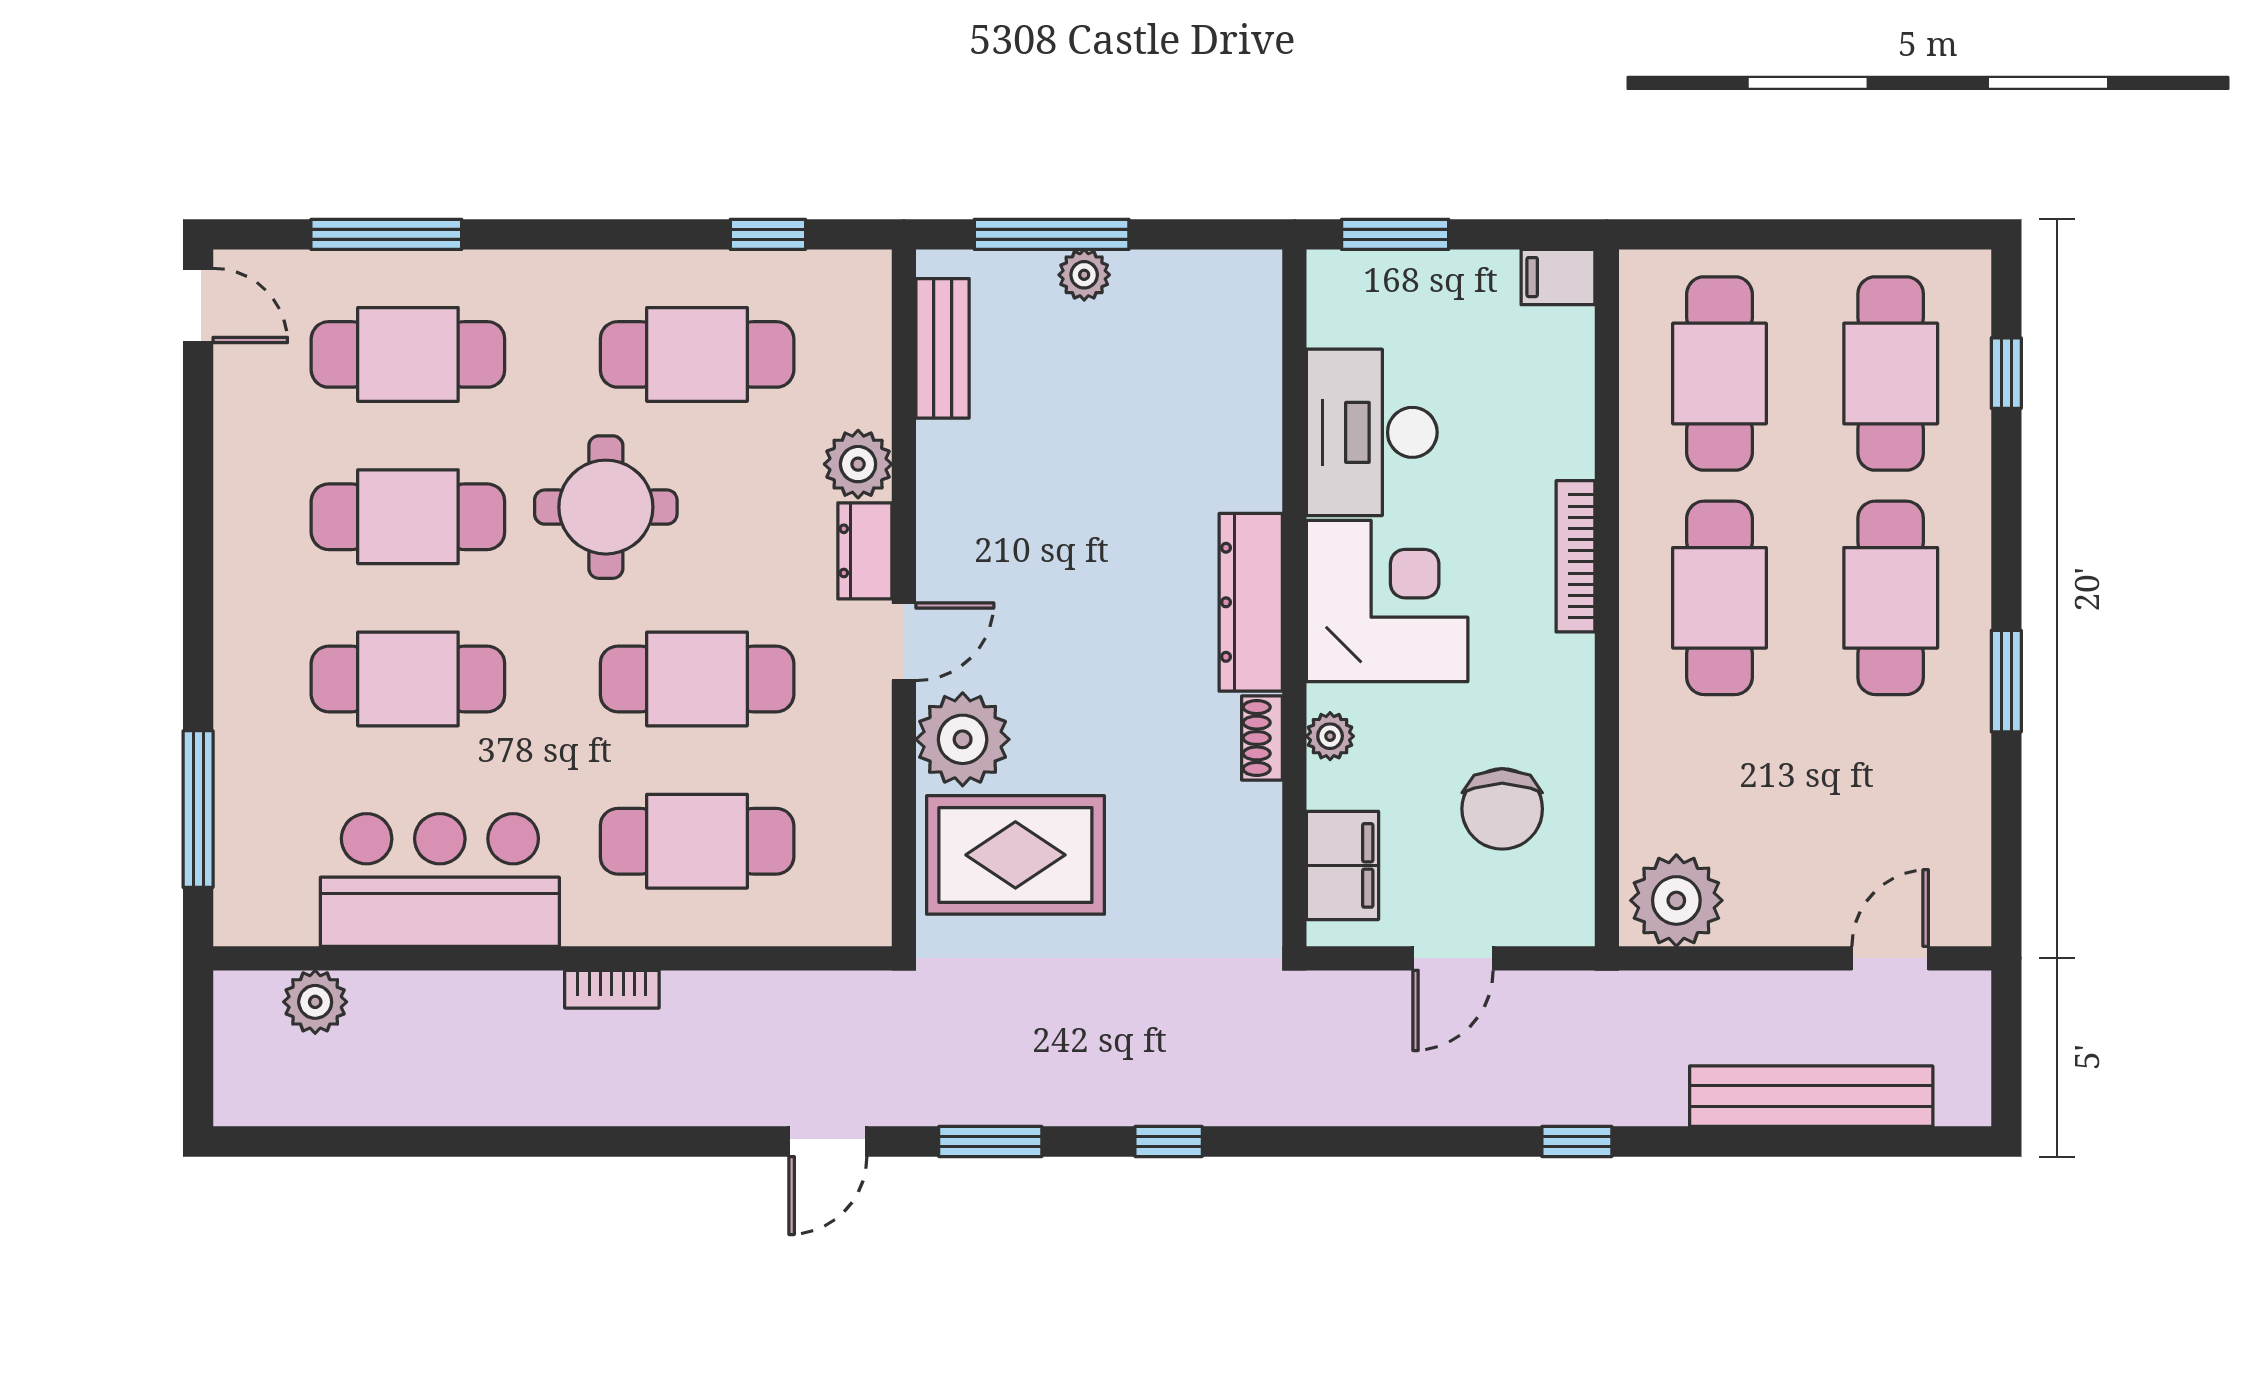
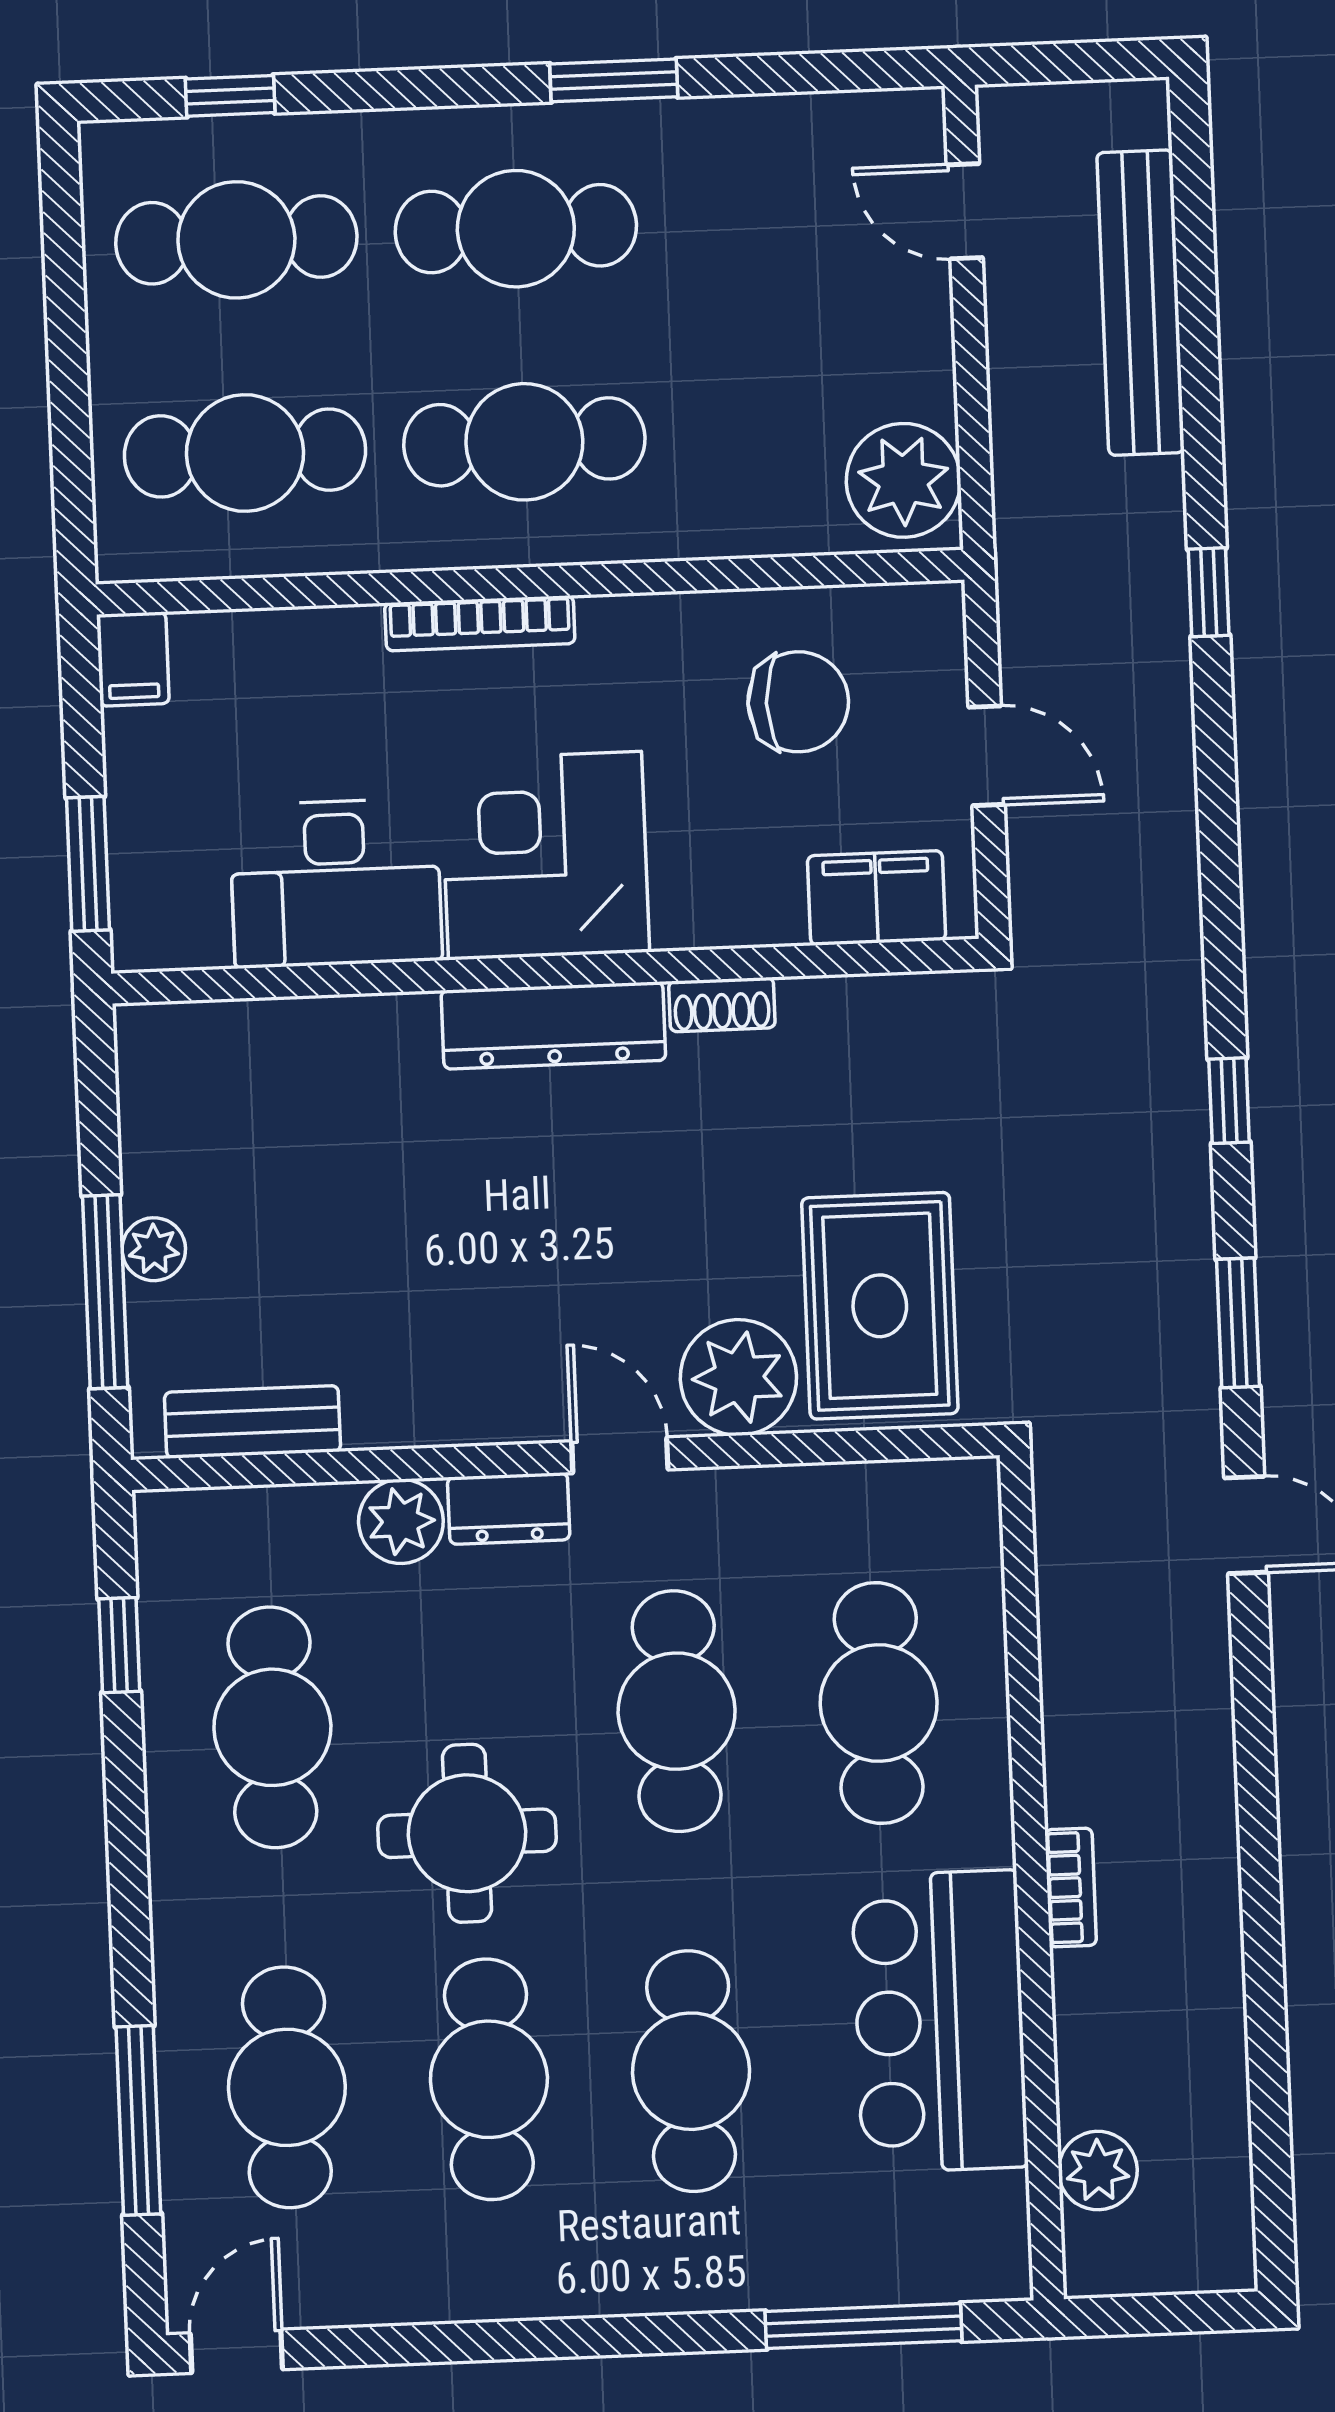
plant: (1330, 736) -> (716, 920), removed
bookcase: (612, 989) -> (1071, 1887), moved

